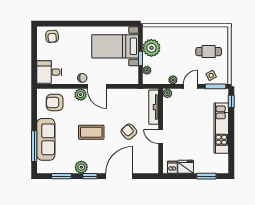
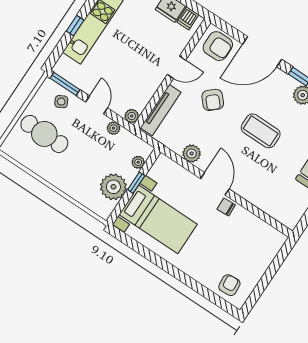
cafe table: (209, 52) -> (44, 134), width x1.37, depth x1.35
desk: (49, 72) -> (263, 242), removed
door: (191, 86) -> (97, 105), swing flipped
plant: (81, 95) -> (192, 154), moved
window: (231, 101) -> (75, 26), moved
armchair: (55, 102) -> (218, 46), moved
door: (161, 136) -> (177, 67), hinge flipped

